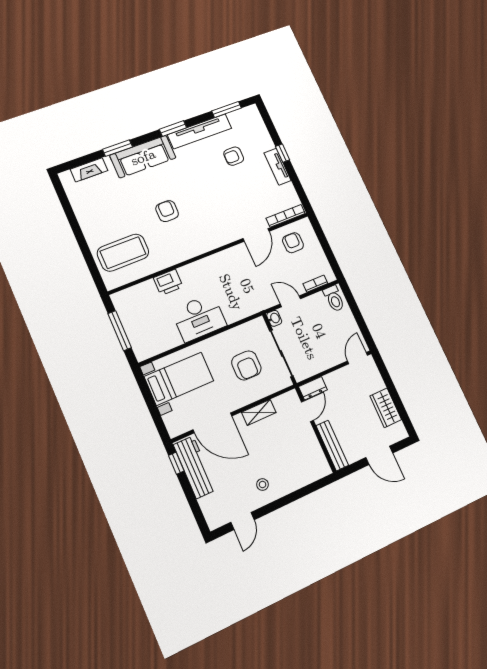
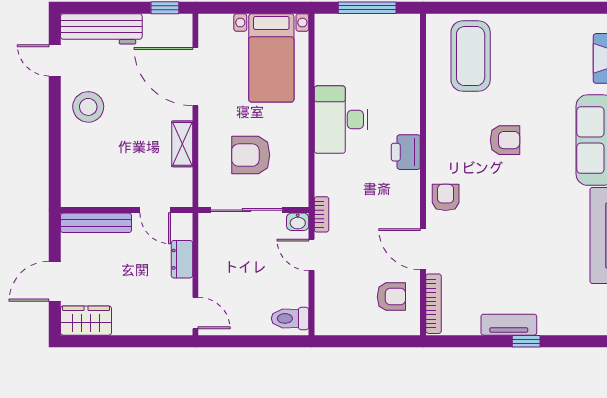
armchair: (234, 156) -> (446, 197), moved
printer: (168, 282) -> (406, 152), moved
bookcase: (315, 284) -> (322, 214), moved
door: (290, 301) -> (312, 255), swing flipped
dresser: (313, 388) -> (182, 259), moved
wardrobe: (386, 408) -> (86, 321), moved
door: (212, 423) -> (195, 77), hinge flipped
workbench: (195, 467) -> (101, 29), moved
stool: (263, 484) -> (88, 107), width x1.89, depth x1.89

